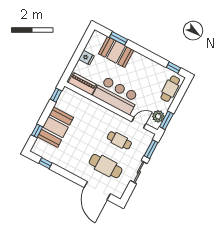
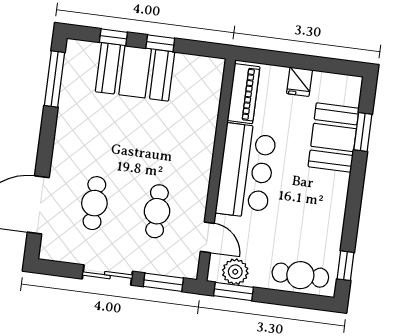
window: (56, 95) -> (160, 43), moved
window: (45, 163) -> (55, 79), width x2.17
cafe table: (106, 166) -> (94, 203), width x0.73, depth x0.74

